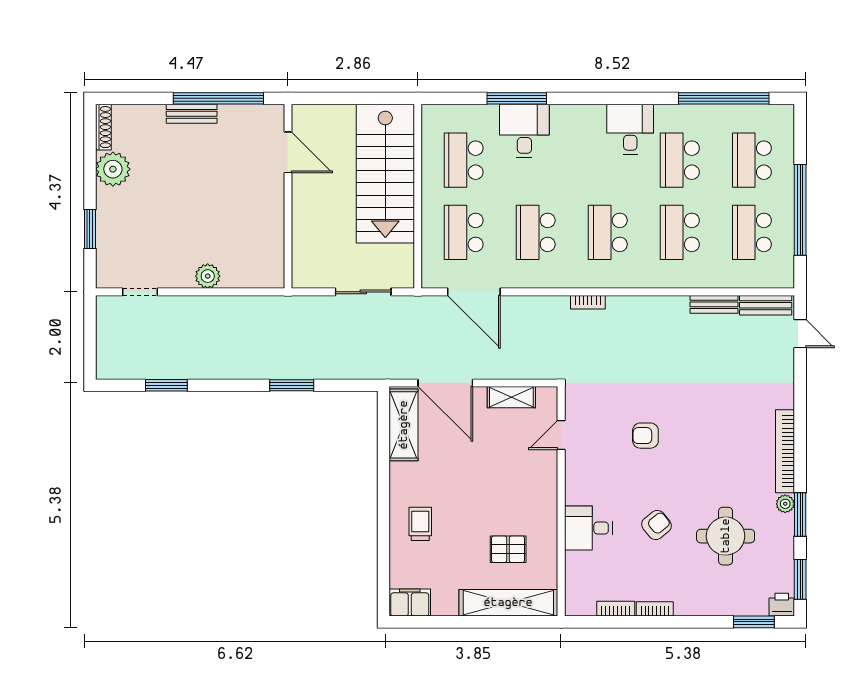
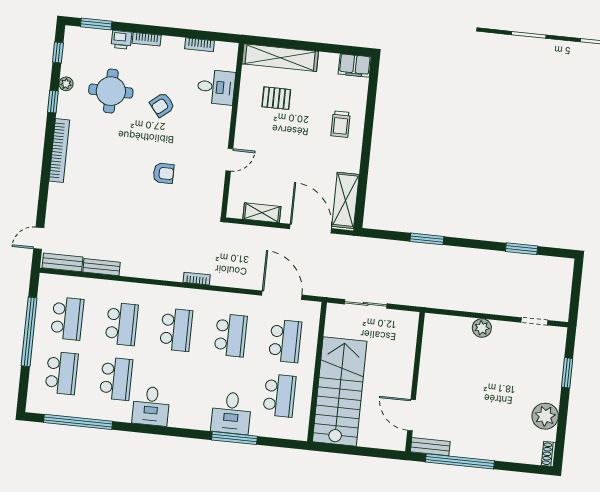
bench: (192, 114) -> (430, 447), moved
shoe rack: (103, 127) -> (548, 454), width x0.70
door: (800, 334) -> (39, 238), hinge flipped
door: (561, 435) -> (229, 160), moved
plant: (785, 504) -> (66, 84), moved
window: (800, 514) -> (53, 102), width x0.67
desk: (588, 528) -> (216, 87), moved
window: (800, 579) -> (58, 52), width x0.67
printer: (782, 605) -> (121, 40), moved
bookcase: (655, 609) -> (147, 39), moved

